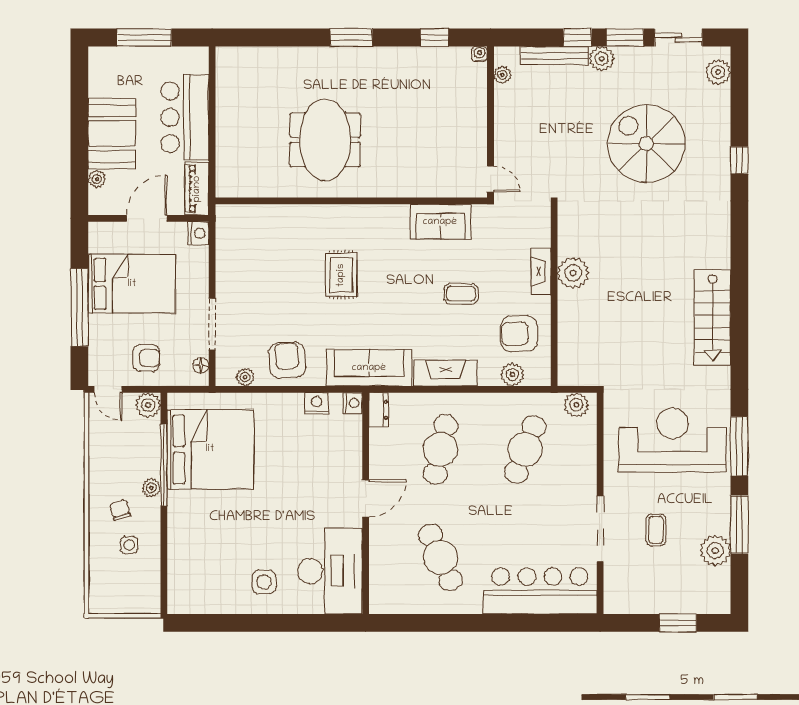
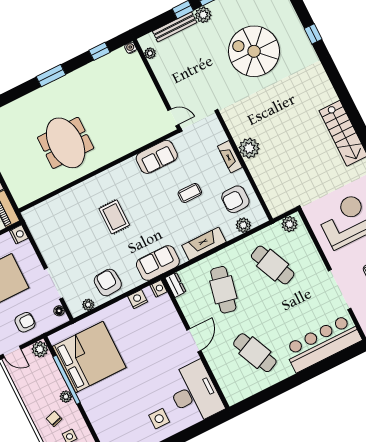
sofa: (369, 368) -> (158, 263), width x0.73
cafe table: (525, 449) -> (273, 265), turned -45

